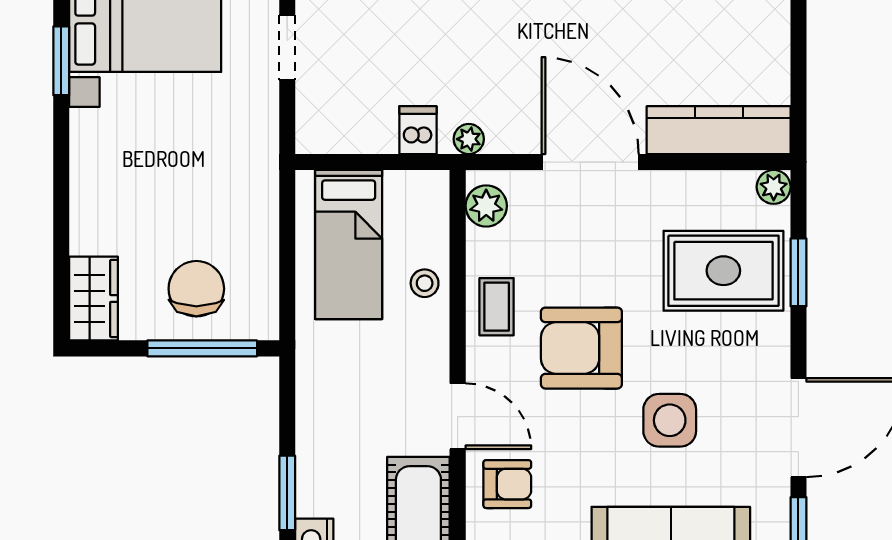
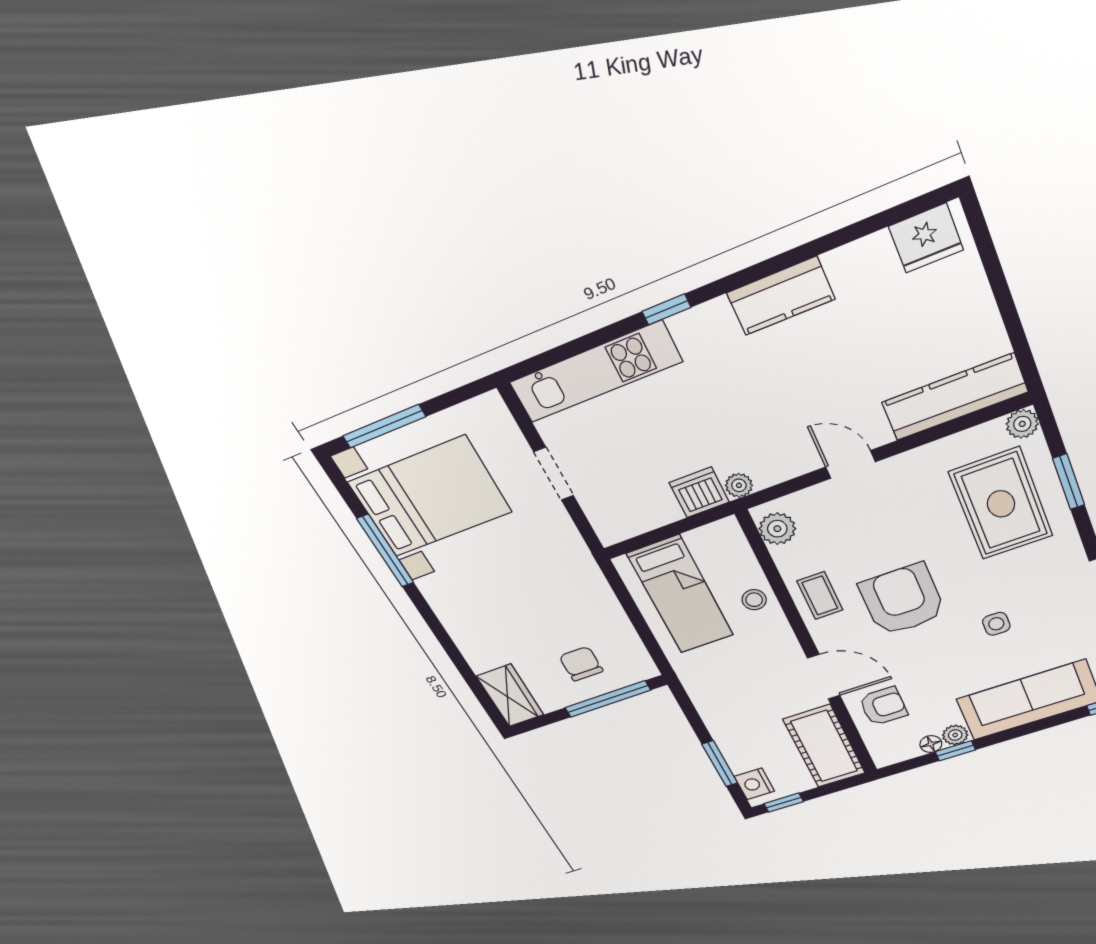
window: (61, 61) -> (385, 551), width x1.44
dishwasher: (418, 130) -> (699, 492), width x1.38
door: (590, 162) -> (850, 464), width x0.53
rug: (723, 271) -> (1001, 504), turned 90
chair: (196, 289) -> (581, 664), width x0.73, depth x0.73
armchair: (581, 348) -> (902, 600), turned 90
side table: (670, 420) -> (996, 624), width x0.54, depth x0.54

